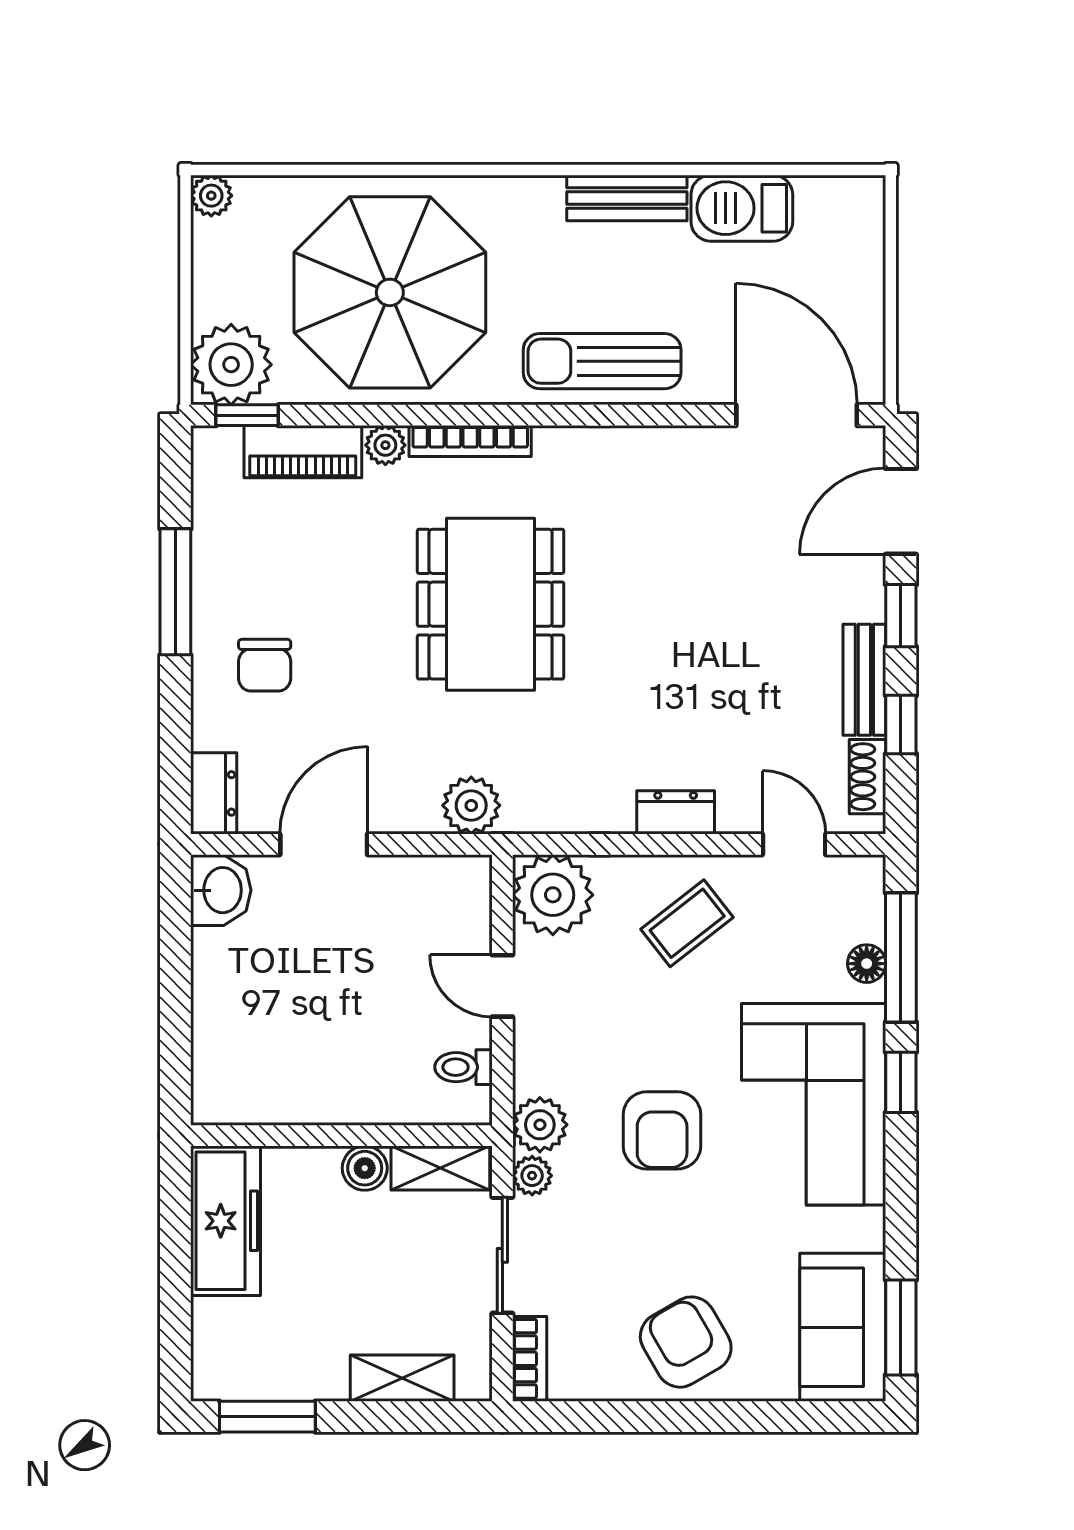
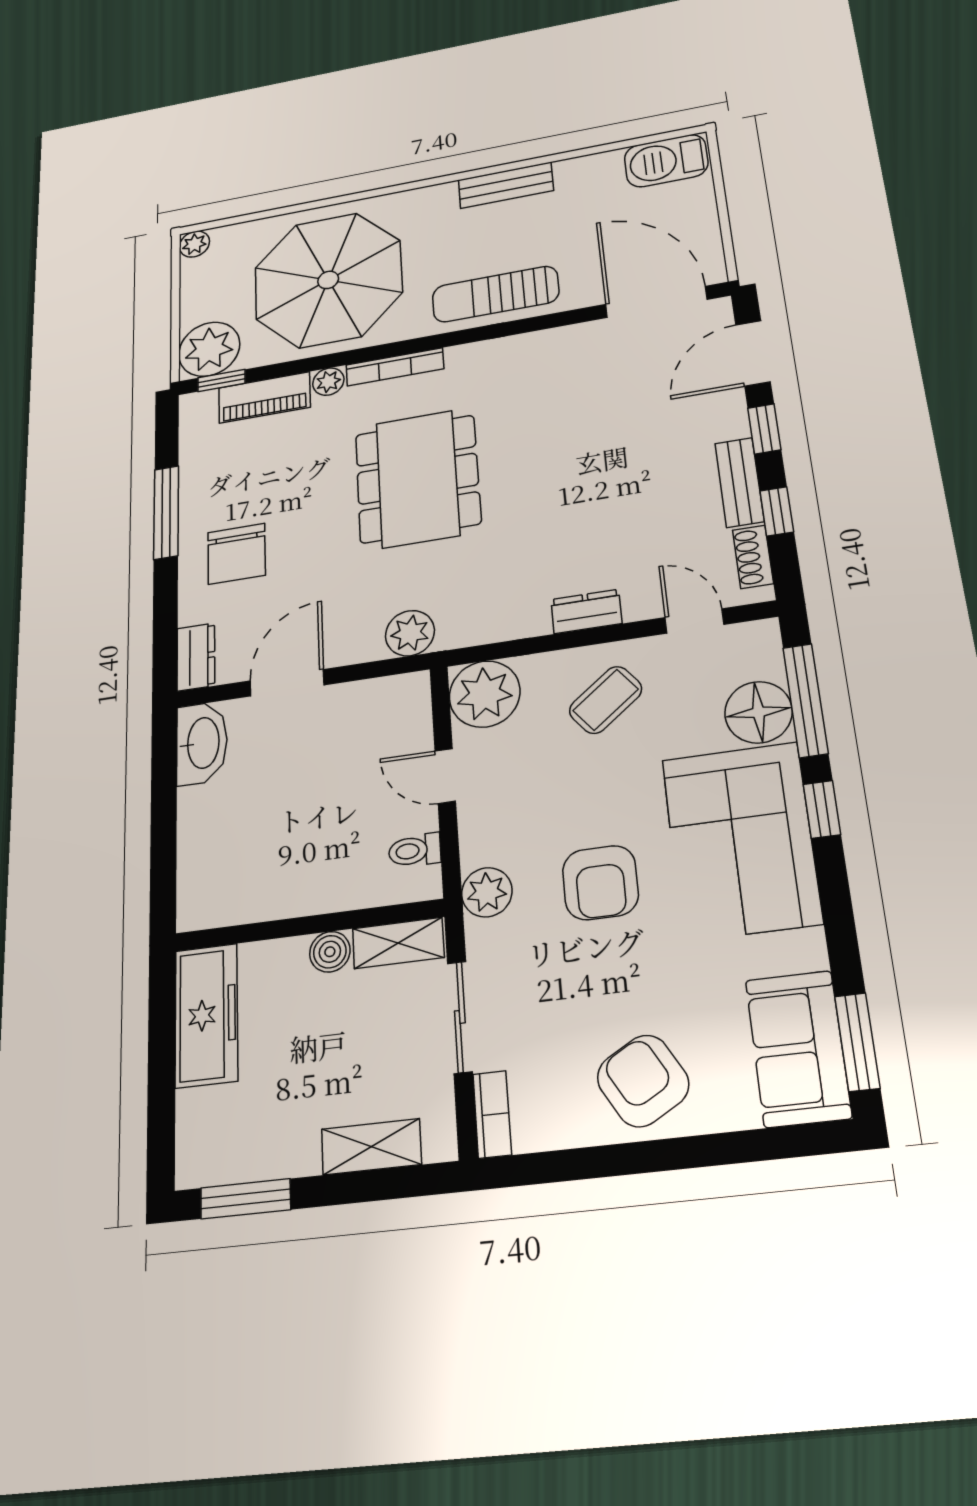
barbecue: (742, 208) -> (666, 161), moved
chair: (265, 665) -> (237, 554), width x1.37, depth x1.37
washbasin: (221, 890) -> (202, 743), width x1.38
floor lamp: (867, 964) -> (758, 712), width x1.89, depth x1.89
plant: (532, 1176) -> (483, 939), removed

